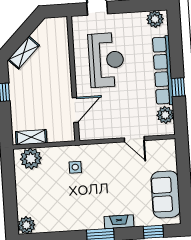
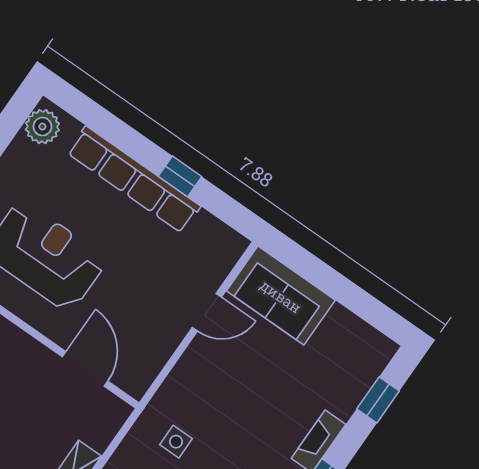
plant: (165, 115) -> (208, 232), removed
sofa: (166, 194) -> (281, 296), moved

